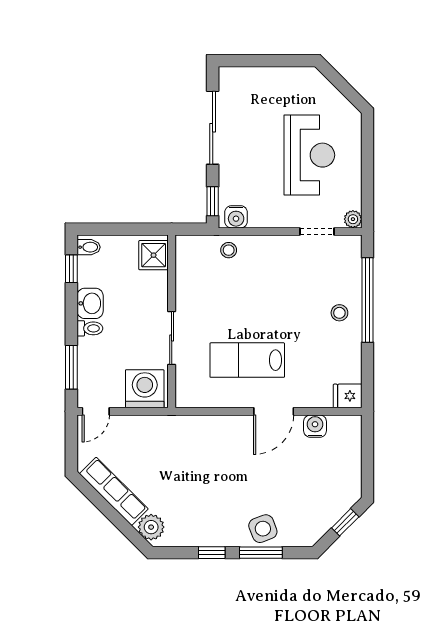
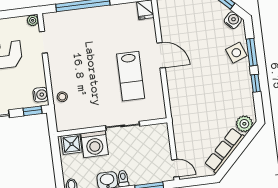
stool: (339, 313) -> (93, 21), removed
washing machine: (145, 389) -> (95, 144), moved, turned -90
water cooler: (315, 426) -> (233, 20), moved, turned 135

